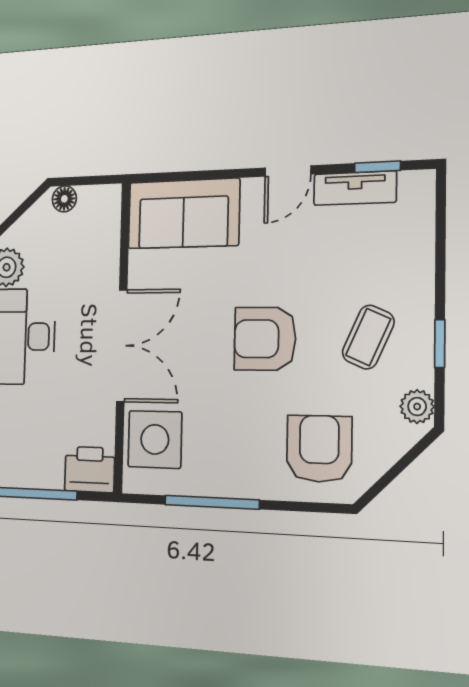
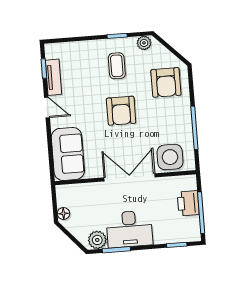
coffee table: (368, 337) -> (117, 66), turned 66
armchair: (319, 449) -> (166, 82), turned -90
printer: (90, 470) -> (188, 203), moved

